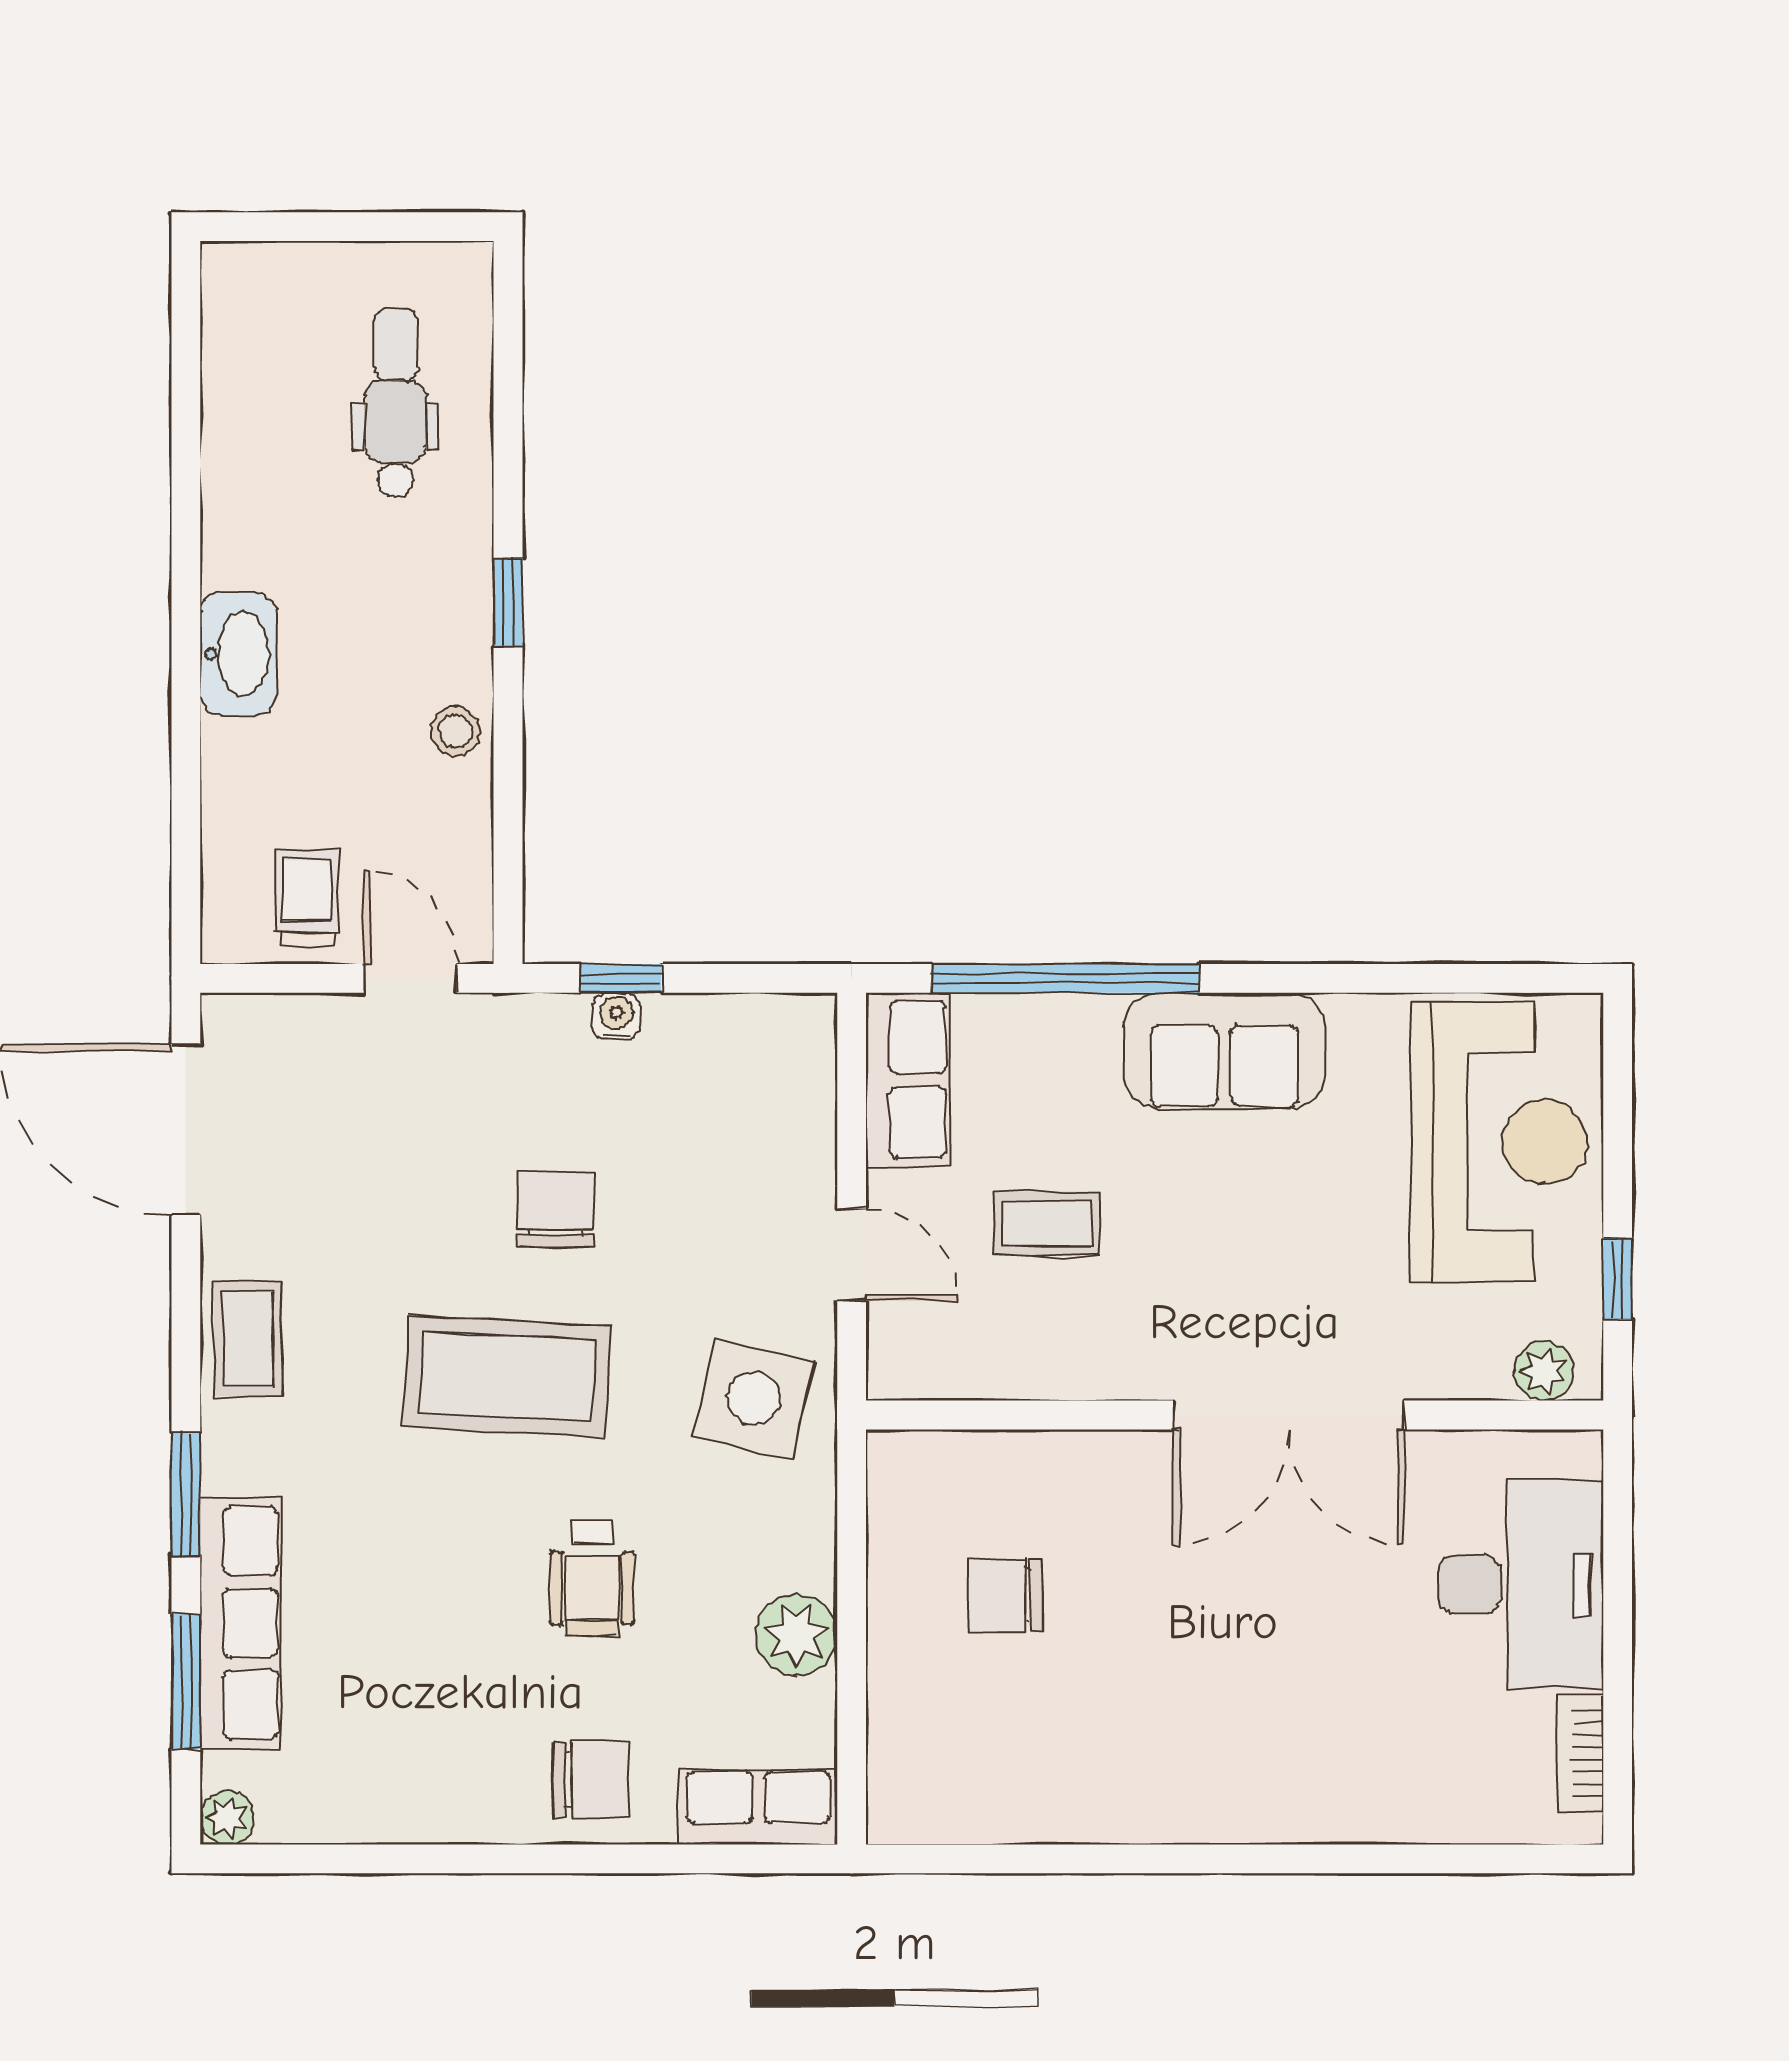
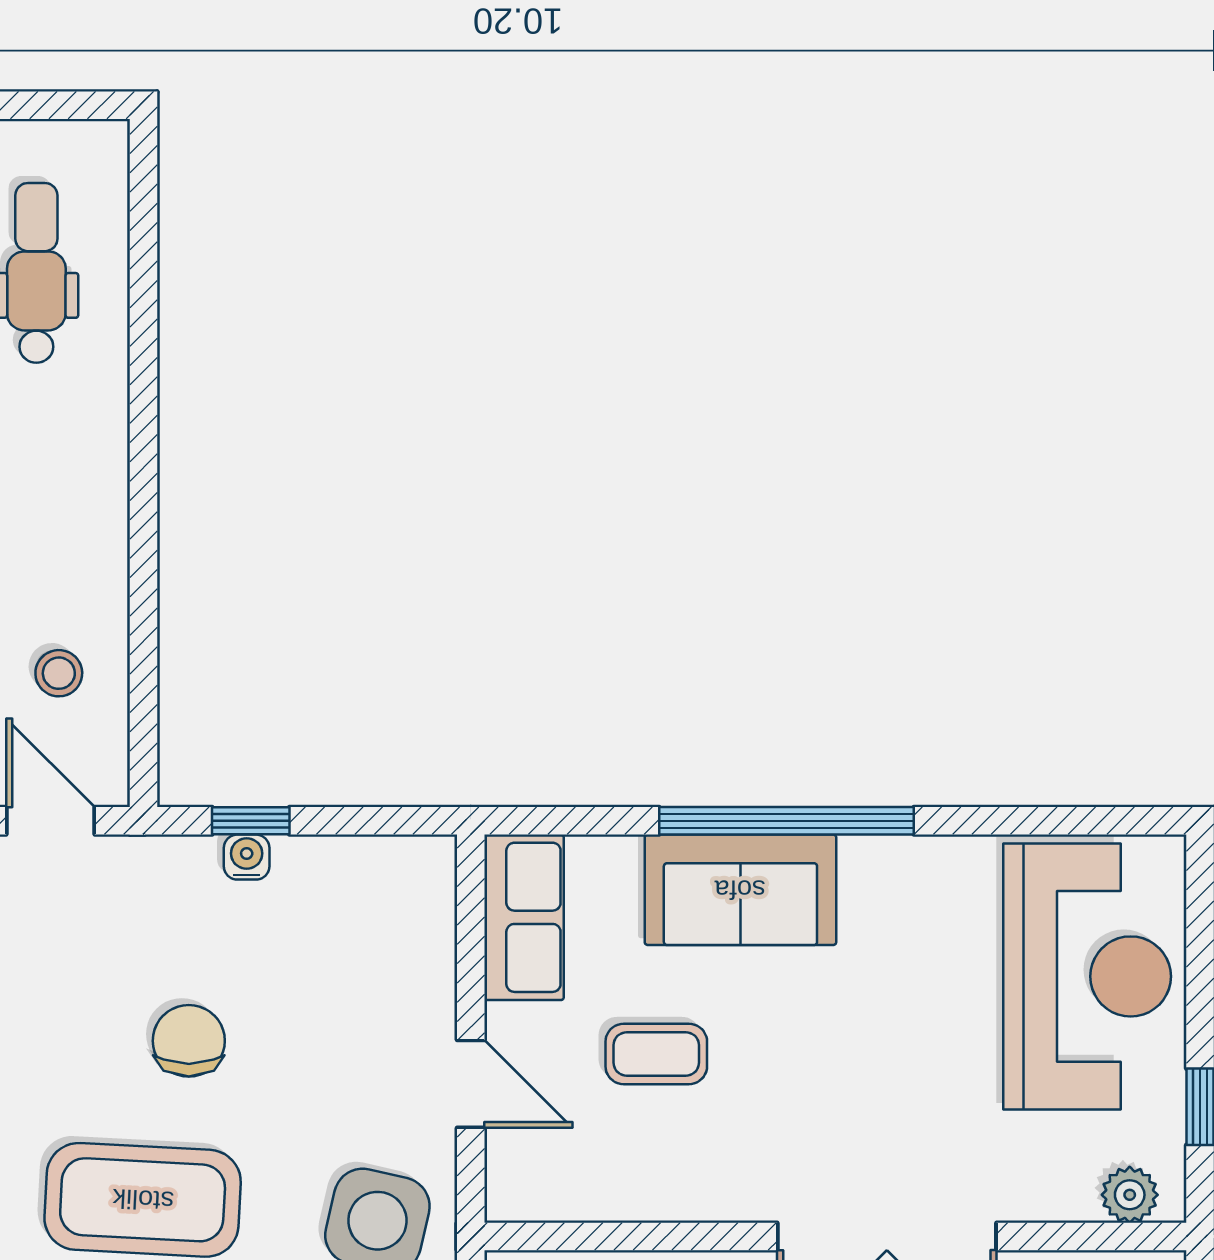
window: (508, 602) -> (144, 463), removed
stool: (456, 731) -> (59, 673), moved
window: (1065, 978) -> (787, 821), moved
sofa: (1224, 1051) -> (740, 890), moved

